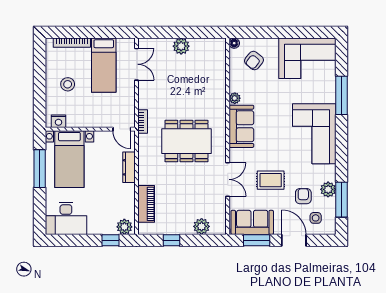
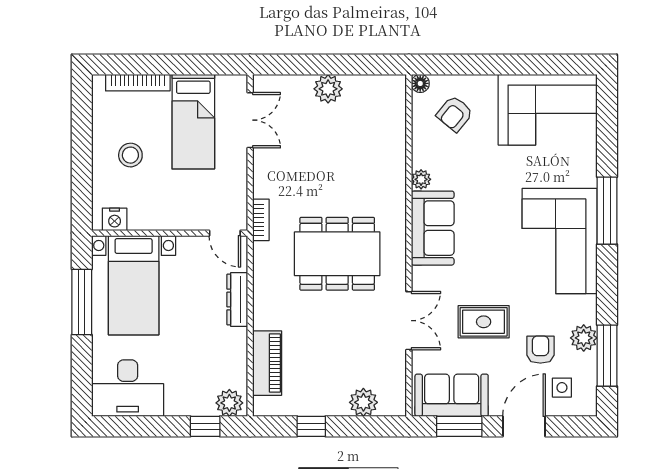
window: (342, 95) -> (607, 211), moved
door: (294, 240) -> (524, 426), hinge flipped

